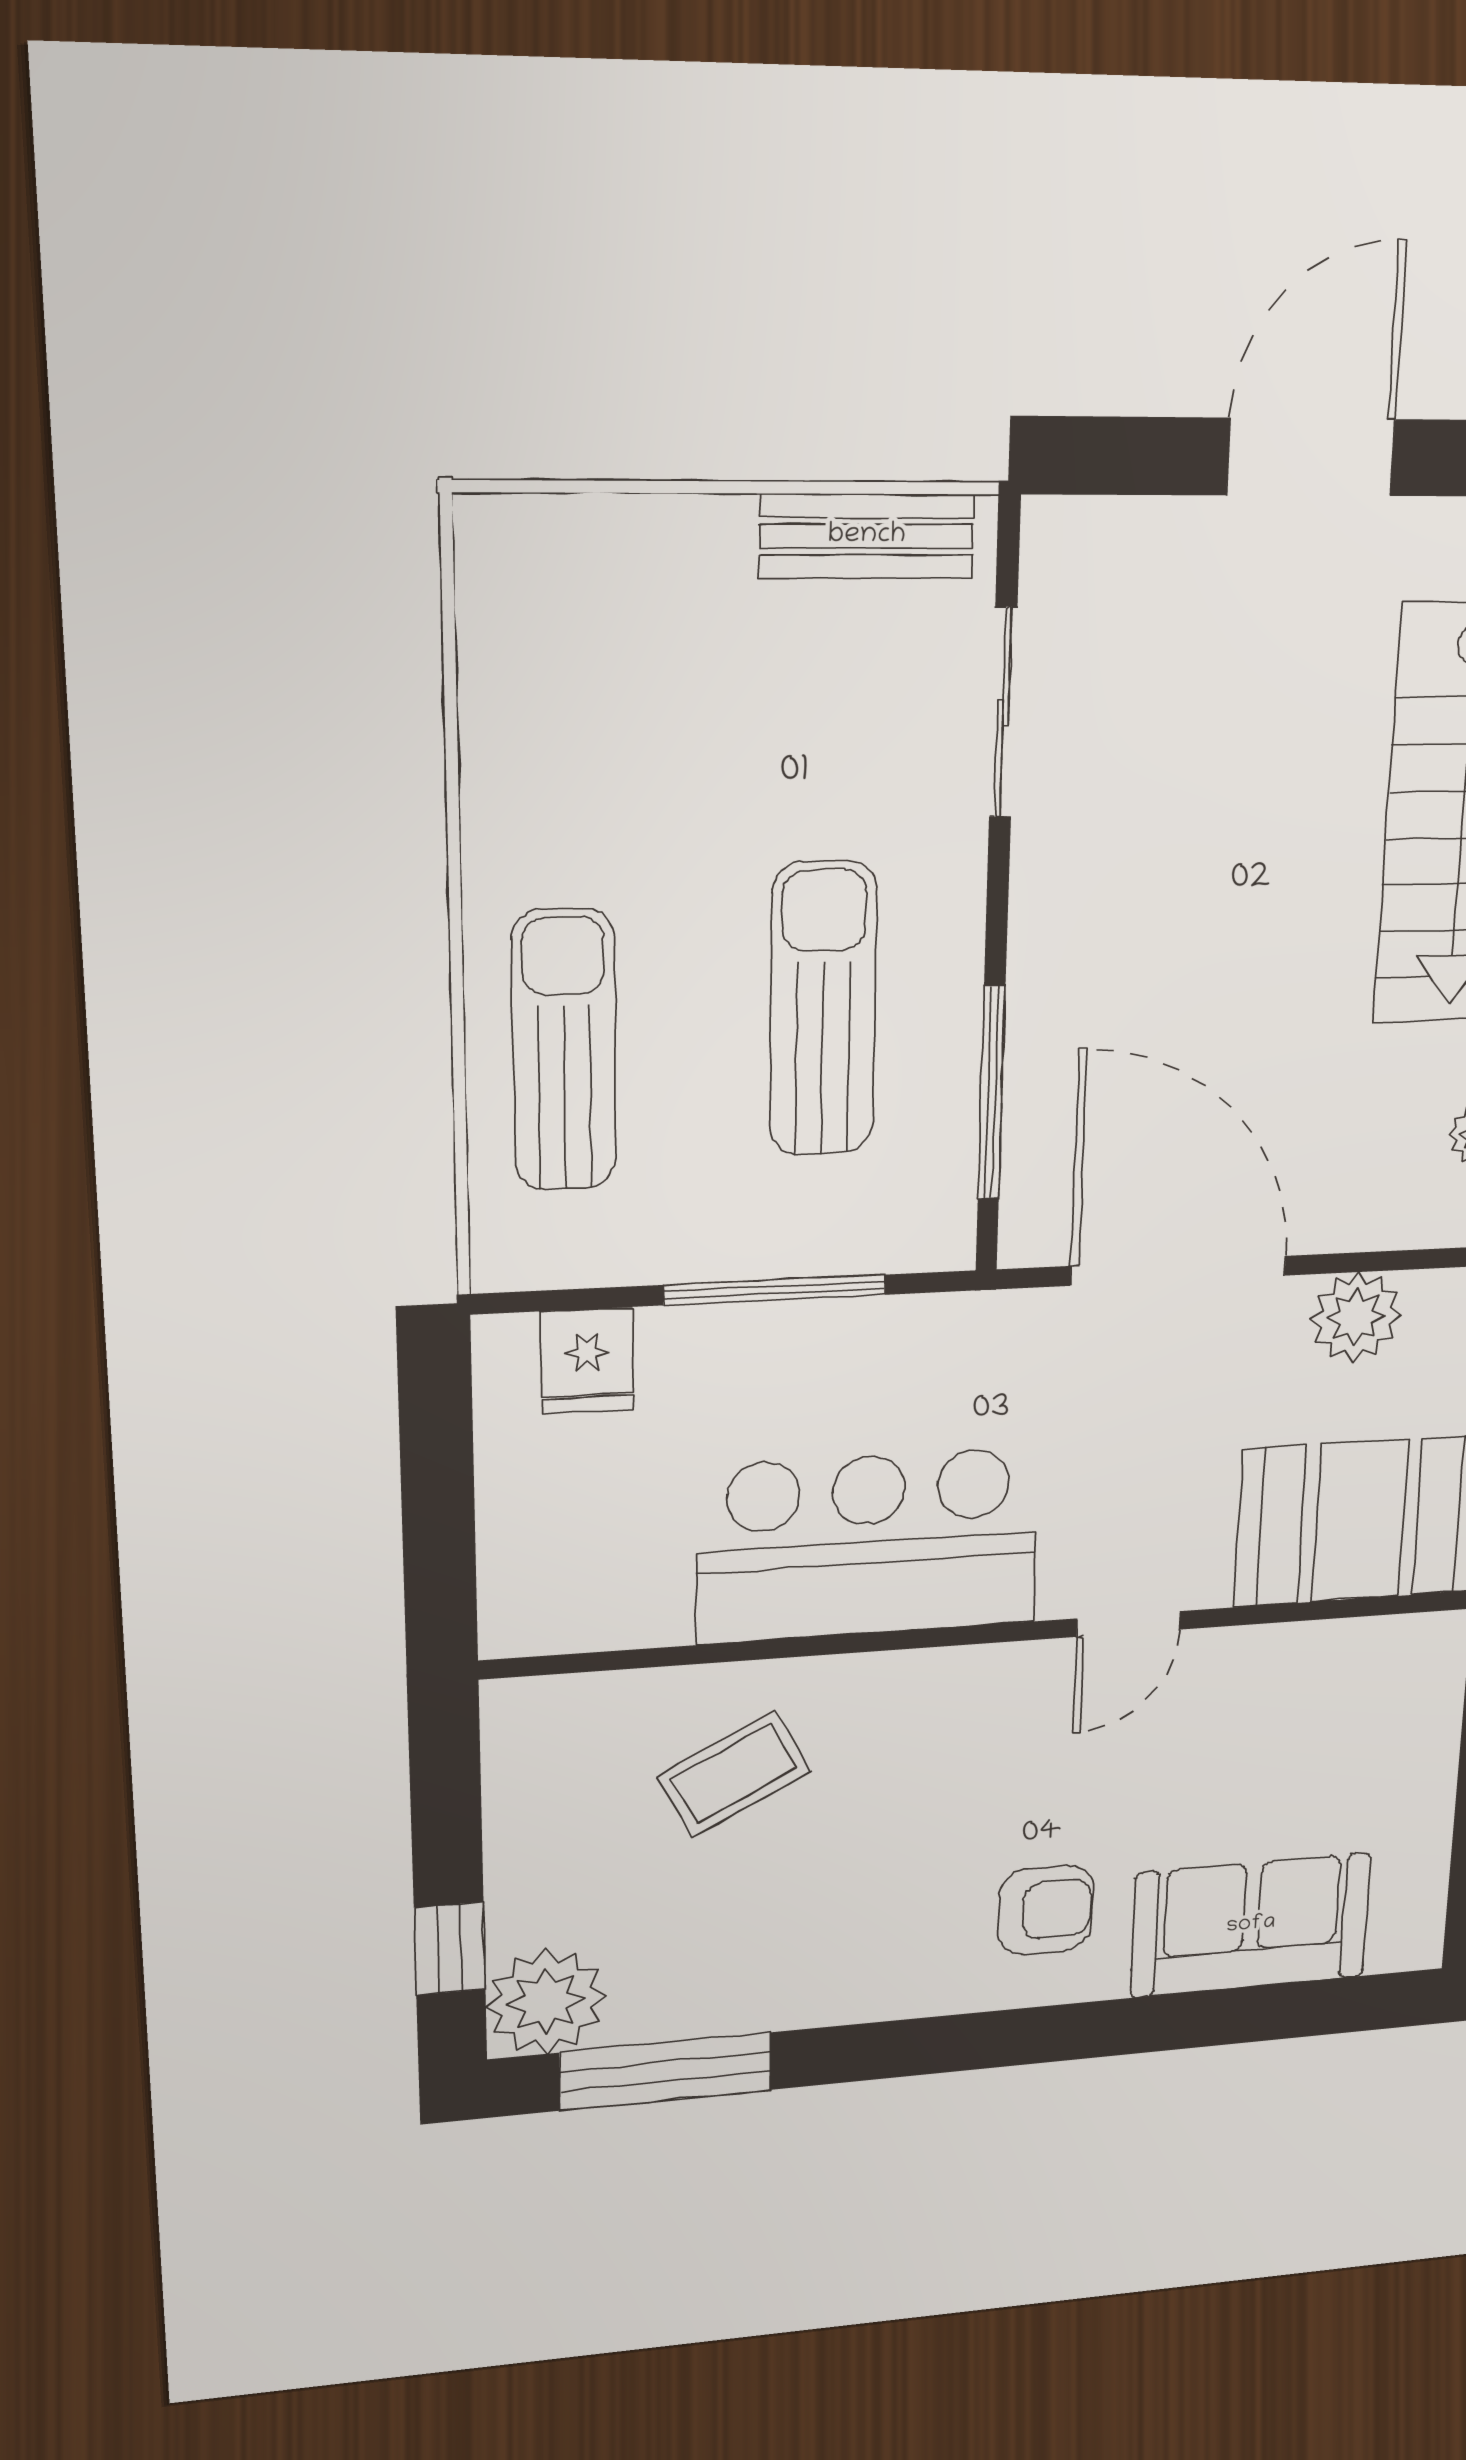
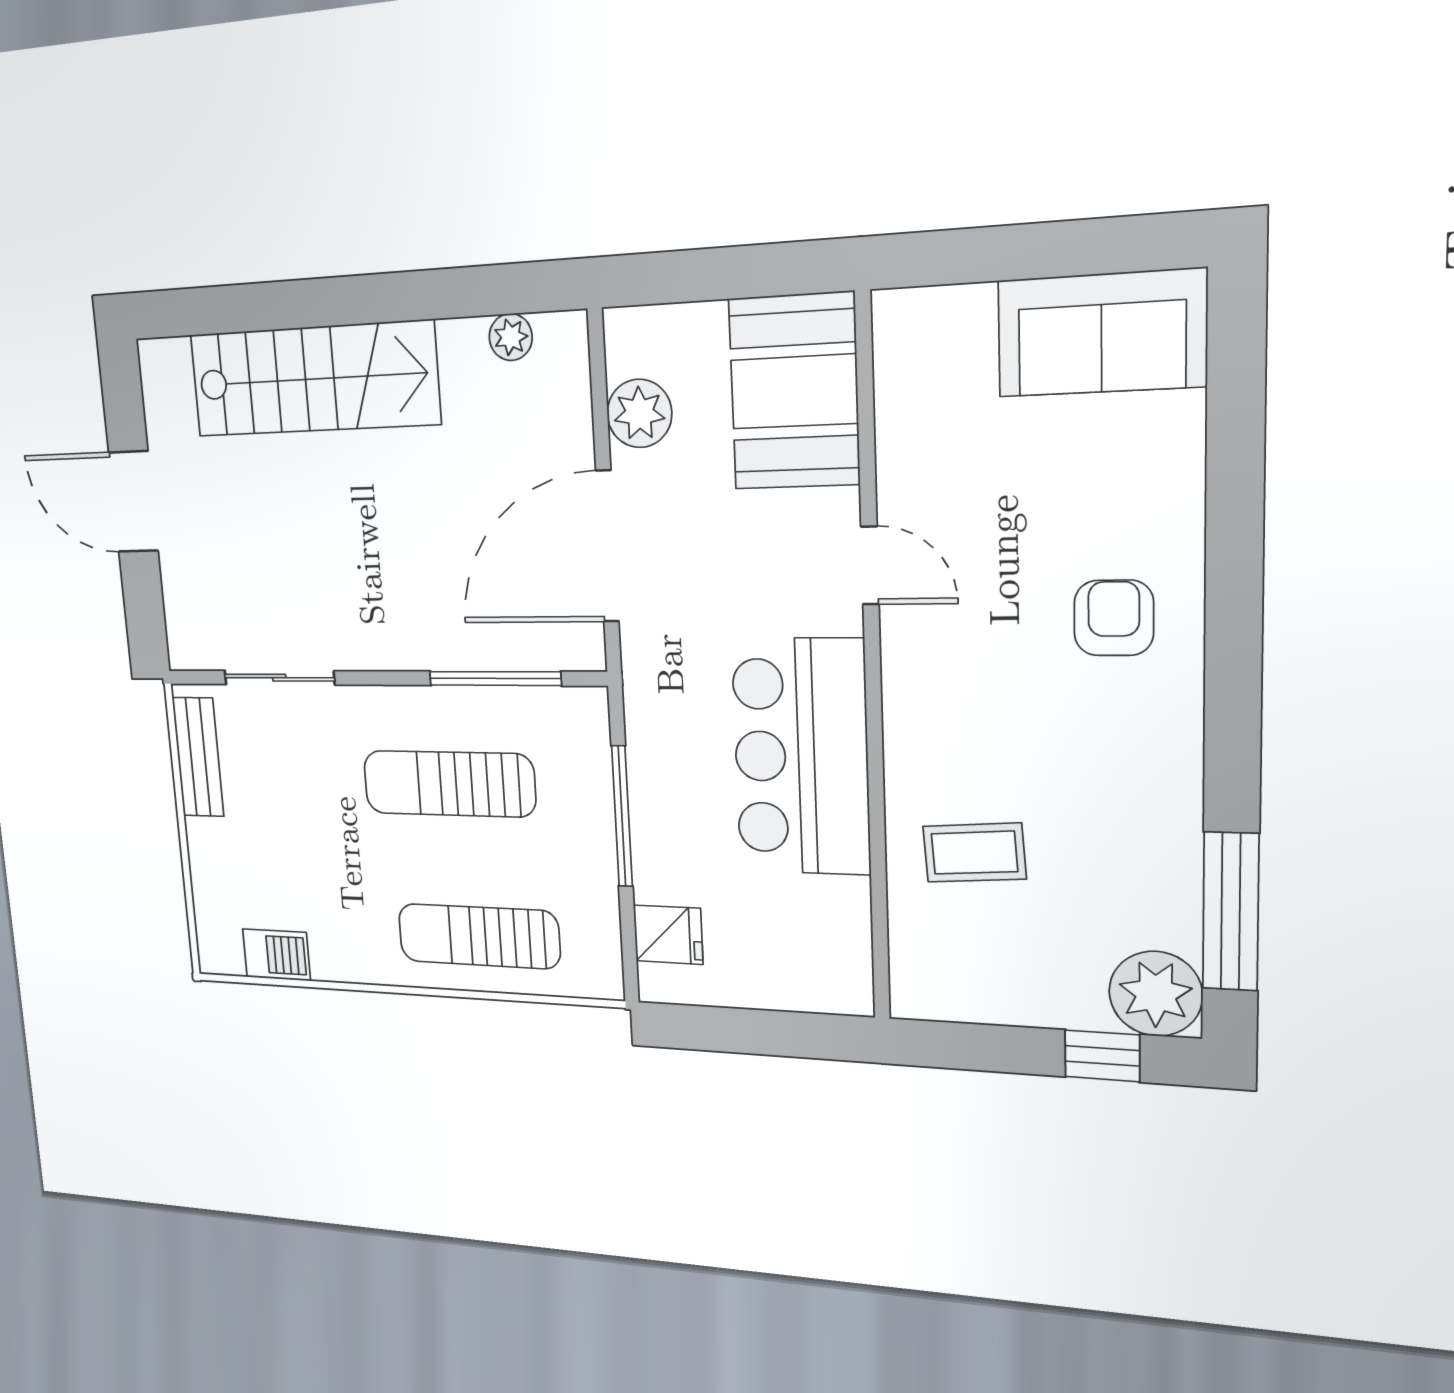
barbecue: (502, 662) -> (276, 955), added
coffee table: (734, 1774) -> (974, 853), turned -66
sofa: (1251, 1925) -> (1101, 333), moved, turned -90

